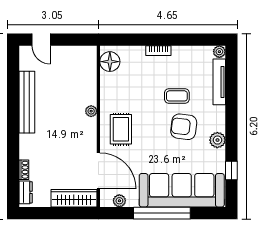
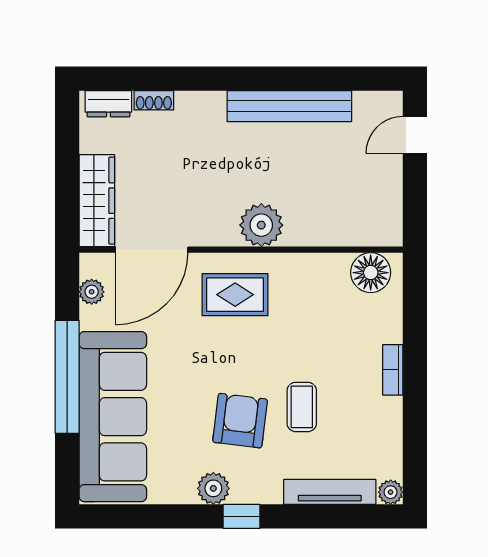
plant: (91, 111) -> (261, 225), width x1.88, depth x1.88
window: (231, 171) -> (242, 516), moved

